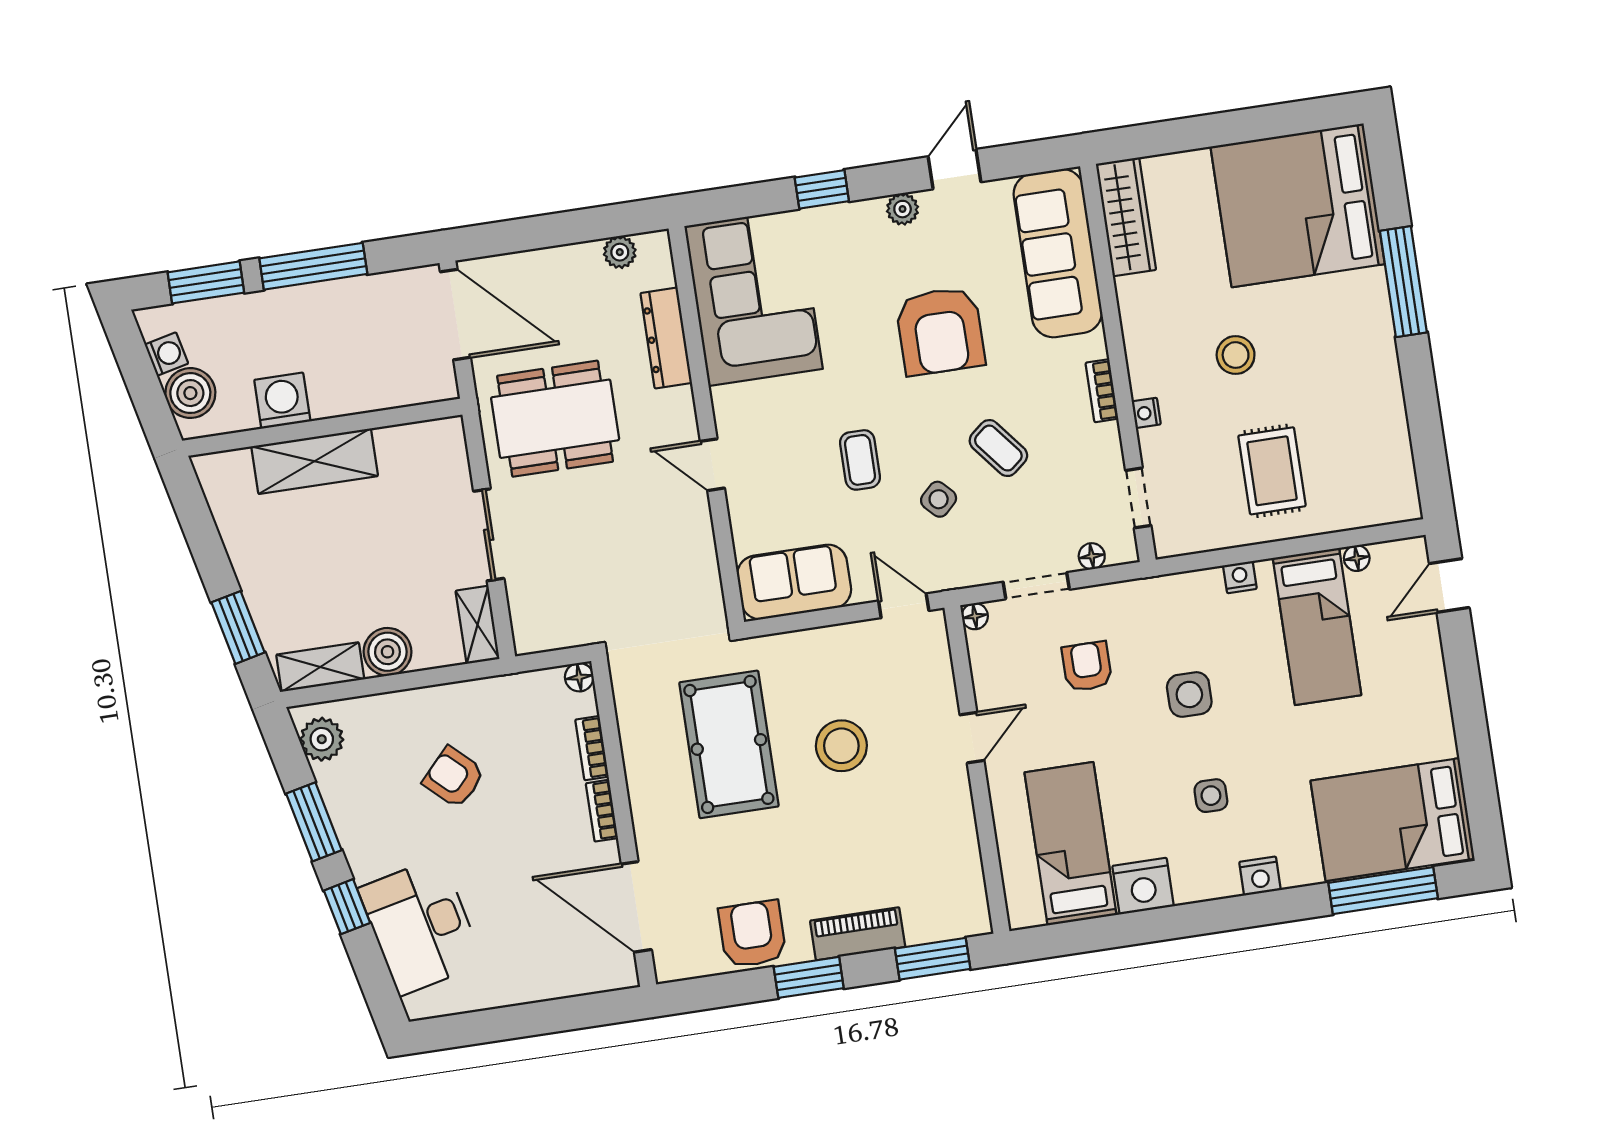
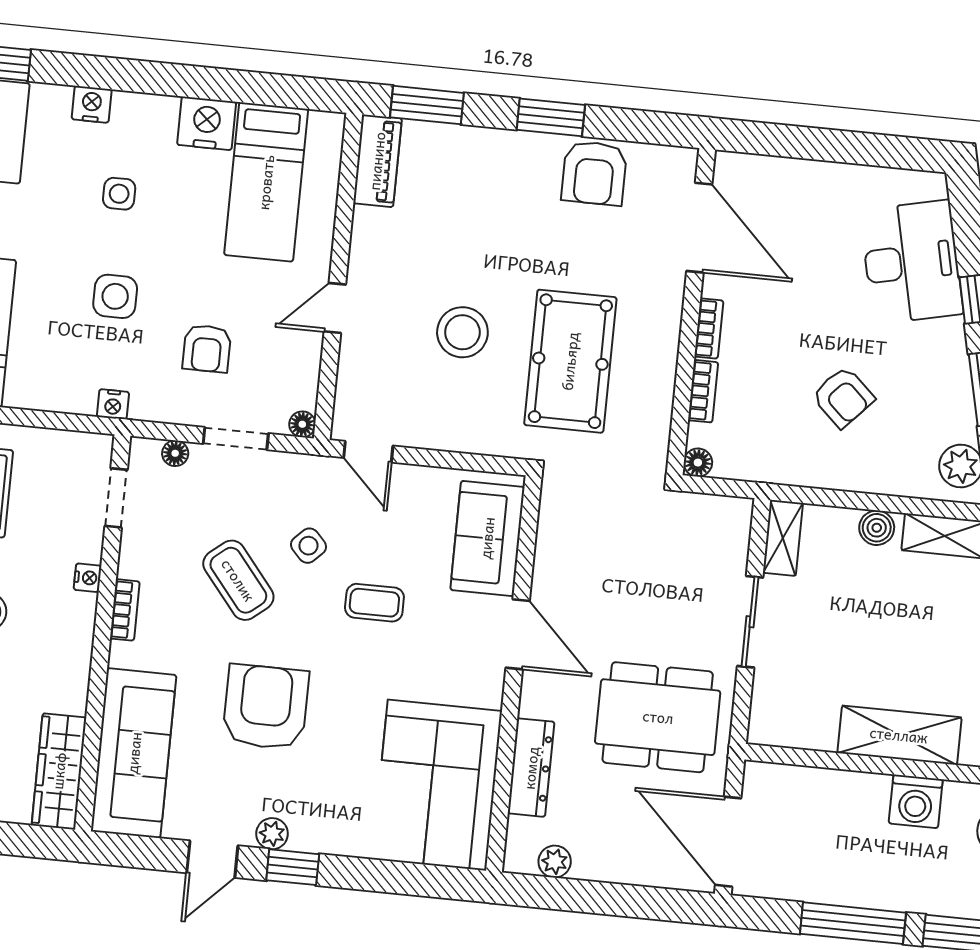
window: (822, 189) -> (293, 867), moved
coffee table: (998, 448) -> (238, 580), width x1.36, depth x1.30
coffee table: (860, 460) -> (374, 603), turned 90
door: (712, 465) -> (518, 634), width x1.38
nightstand: (1240, 577) -> (113, 404), moved
sofa: (794, 582) -> (487, 538), moved, turned 90
boiler: (387, 652) -> (877, 528), width x0.73, depth x0.73
piano: (858, 934) -> (377, 161), moved, turned -90

